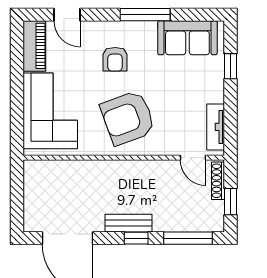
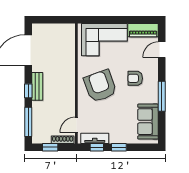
window: (230, 66) -> (119, 147), moved
window: (230, 123) -> (97, 147), added

